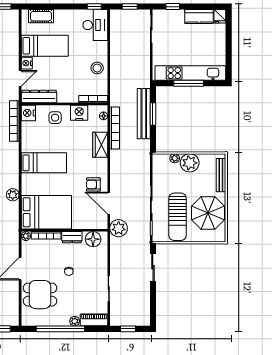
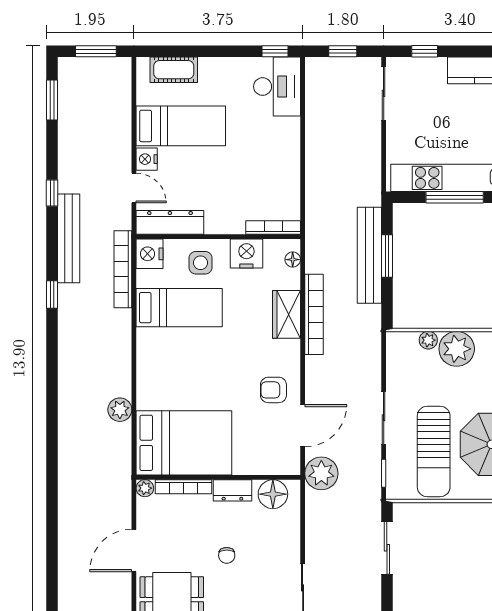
stool: (97, 68) -> (281, 168), removed
door: (20, 78) -> (134, 188), hinge flipped
bookcase: (115, 128) -> (314, 314), moved
bed: (44, 163) -> (179, 308), moved
door: (109, 203) -> (303, 426), swing flipped

